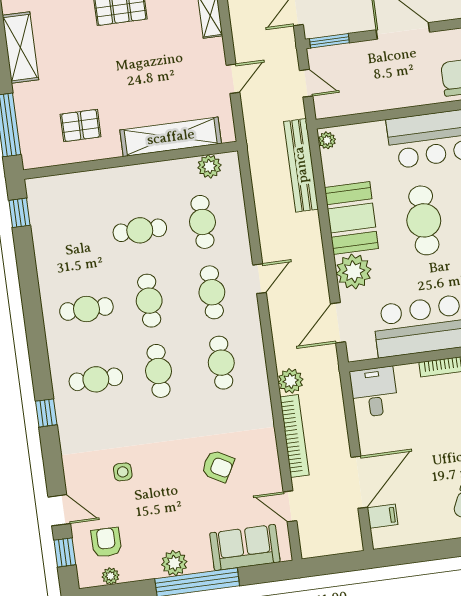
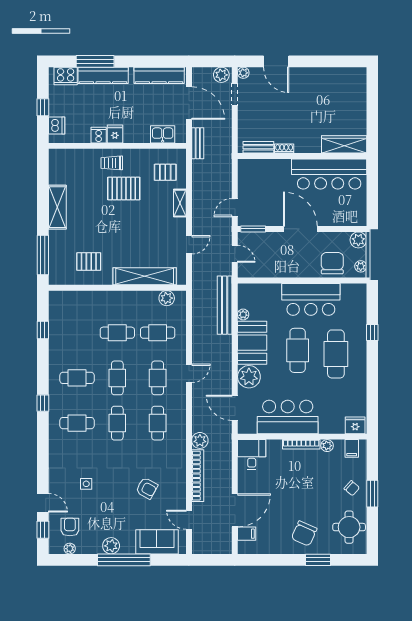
plant: (327, 140) -> (243, 314), moved
window: (20, 213) -> (43, 330), moved
cafe table: (202, 222) -> (158, 333), turned 90
door: (338, 323) -> (235, 408), hinge flipped
window: (46, 413) -> (43, 403), moved

